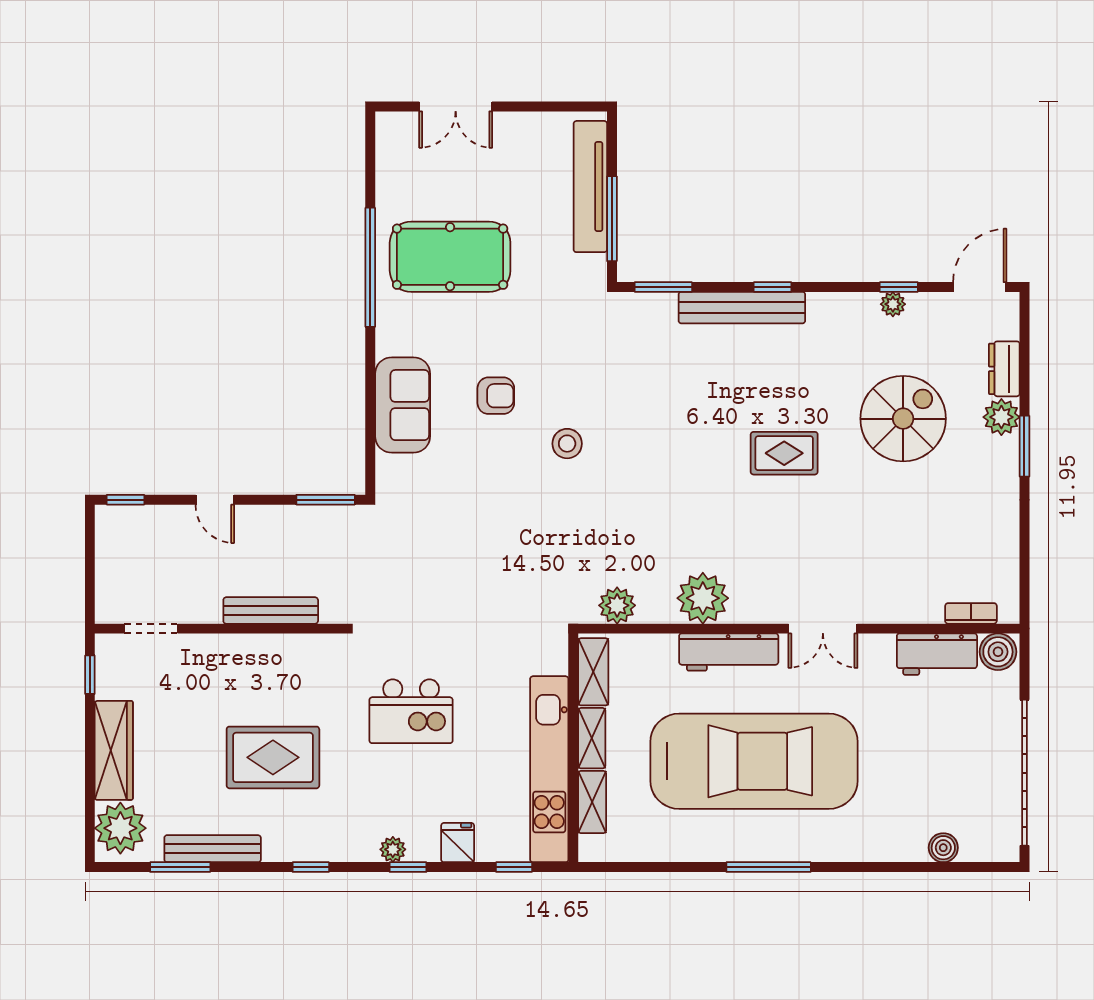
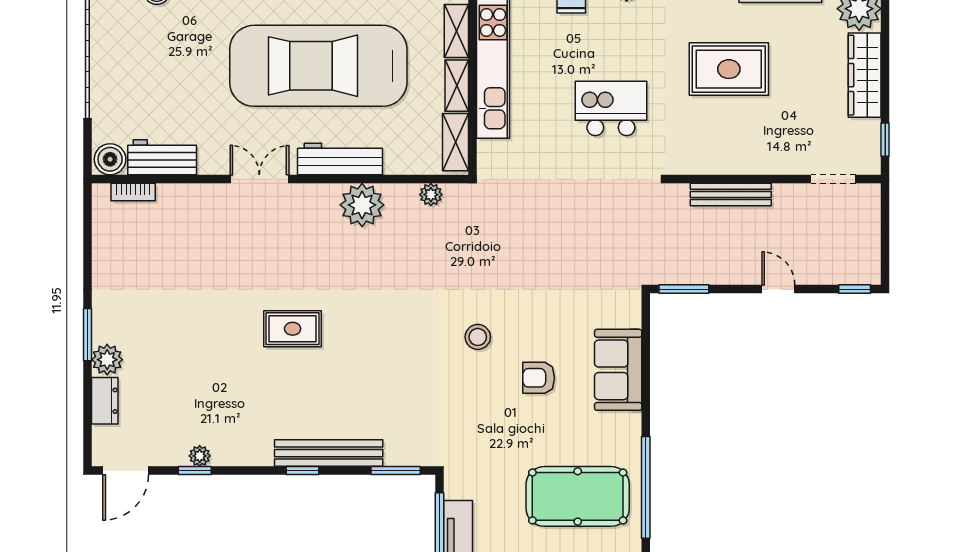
spiral stairs: (903, 419) -> (191, 358), removed
plant: (617, 605) -> (431, 195), width x0.73, depth x0.73

